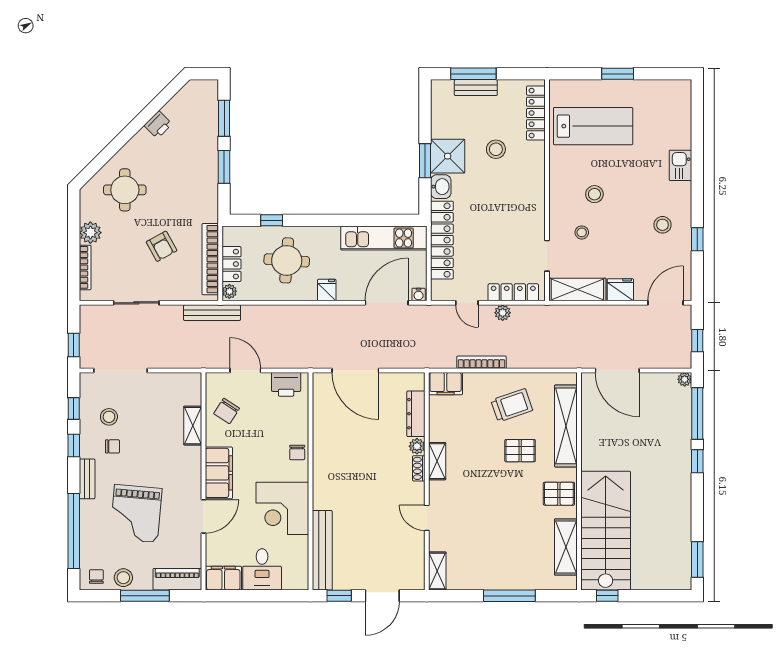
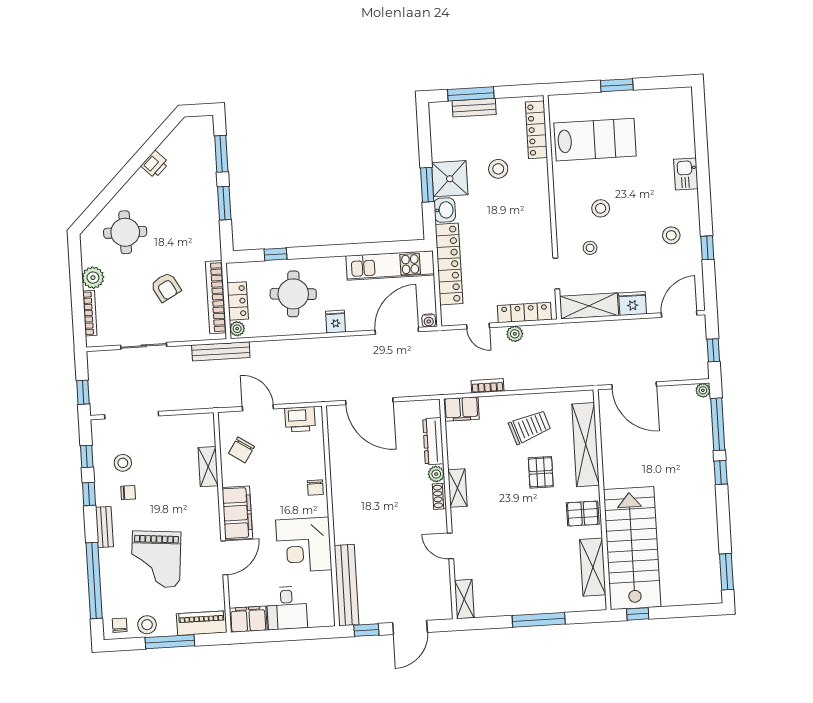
bookcase: (481, 362) -> (487, 386), width x0.64
pallet: (520, 451) -> (541, 472), turned 90

